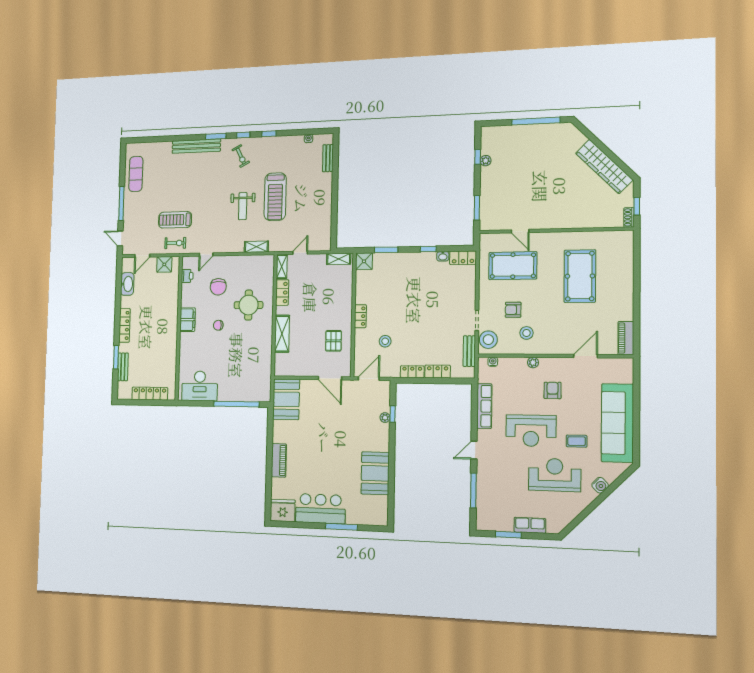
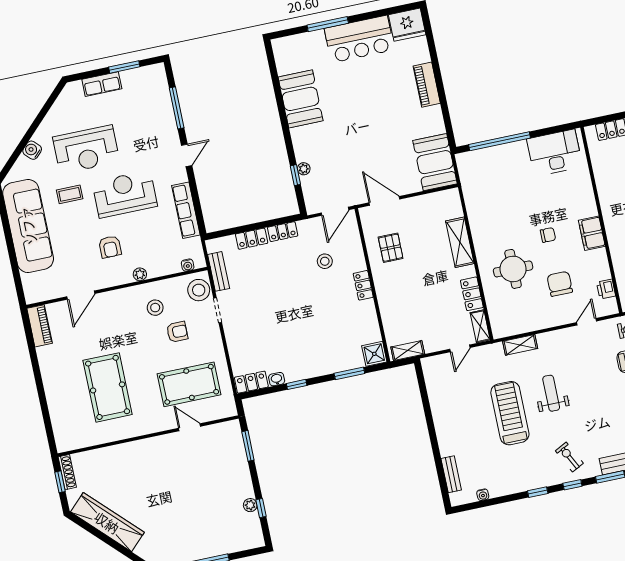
shoe rack: (629, 217) -> (67, 472), width x1.43

